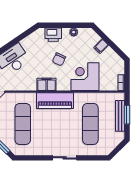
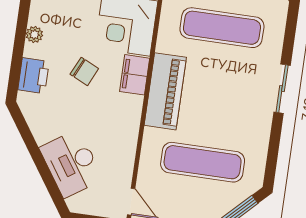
filing cabinet: (47, 84) -> (135, 75), moved

